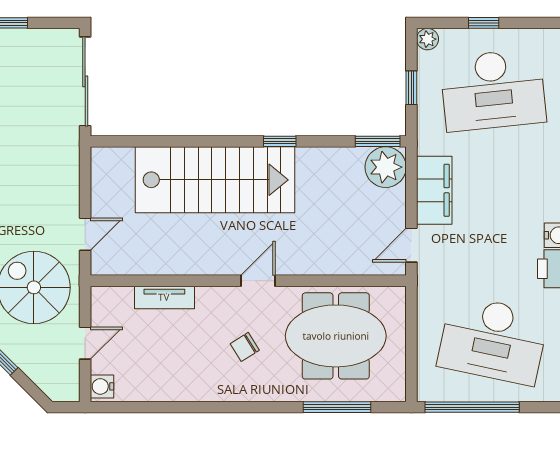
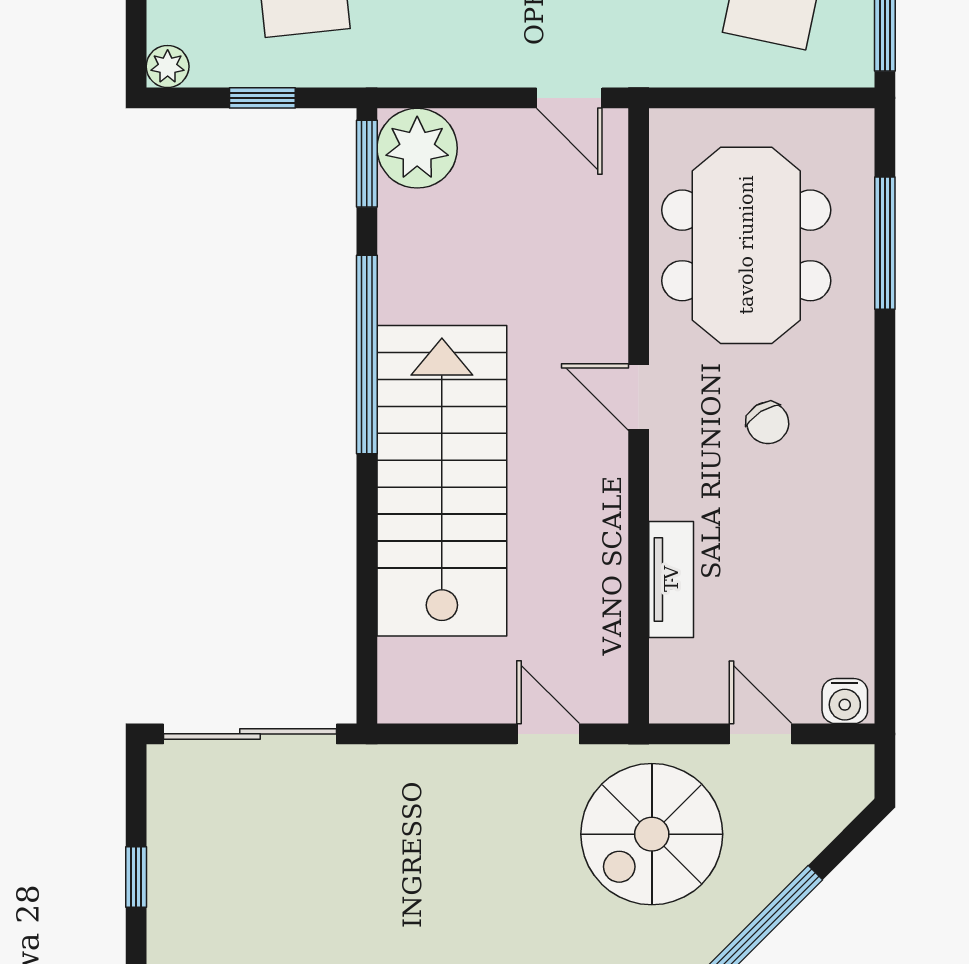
window: (280, 141) -> (367, 354), width x3.17
filing cabinet: (434, 190) -> (462, 53), removed

